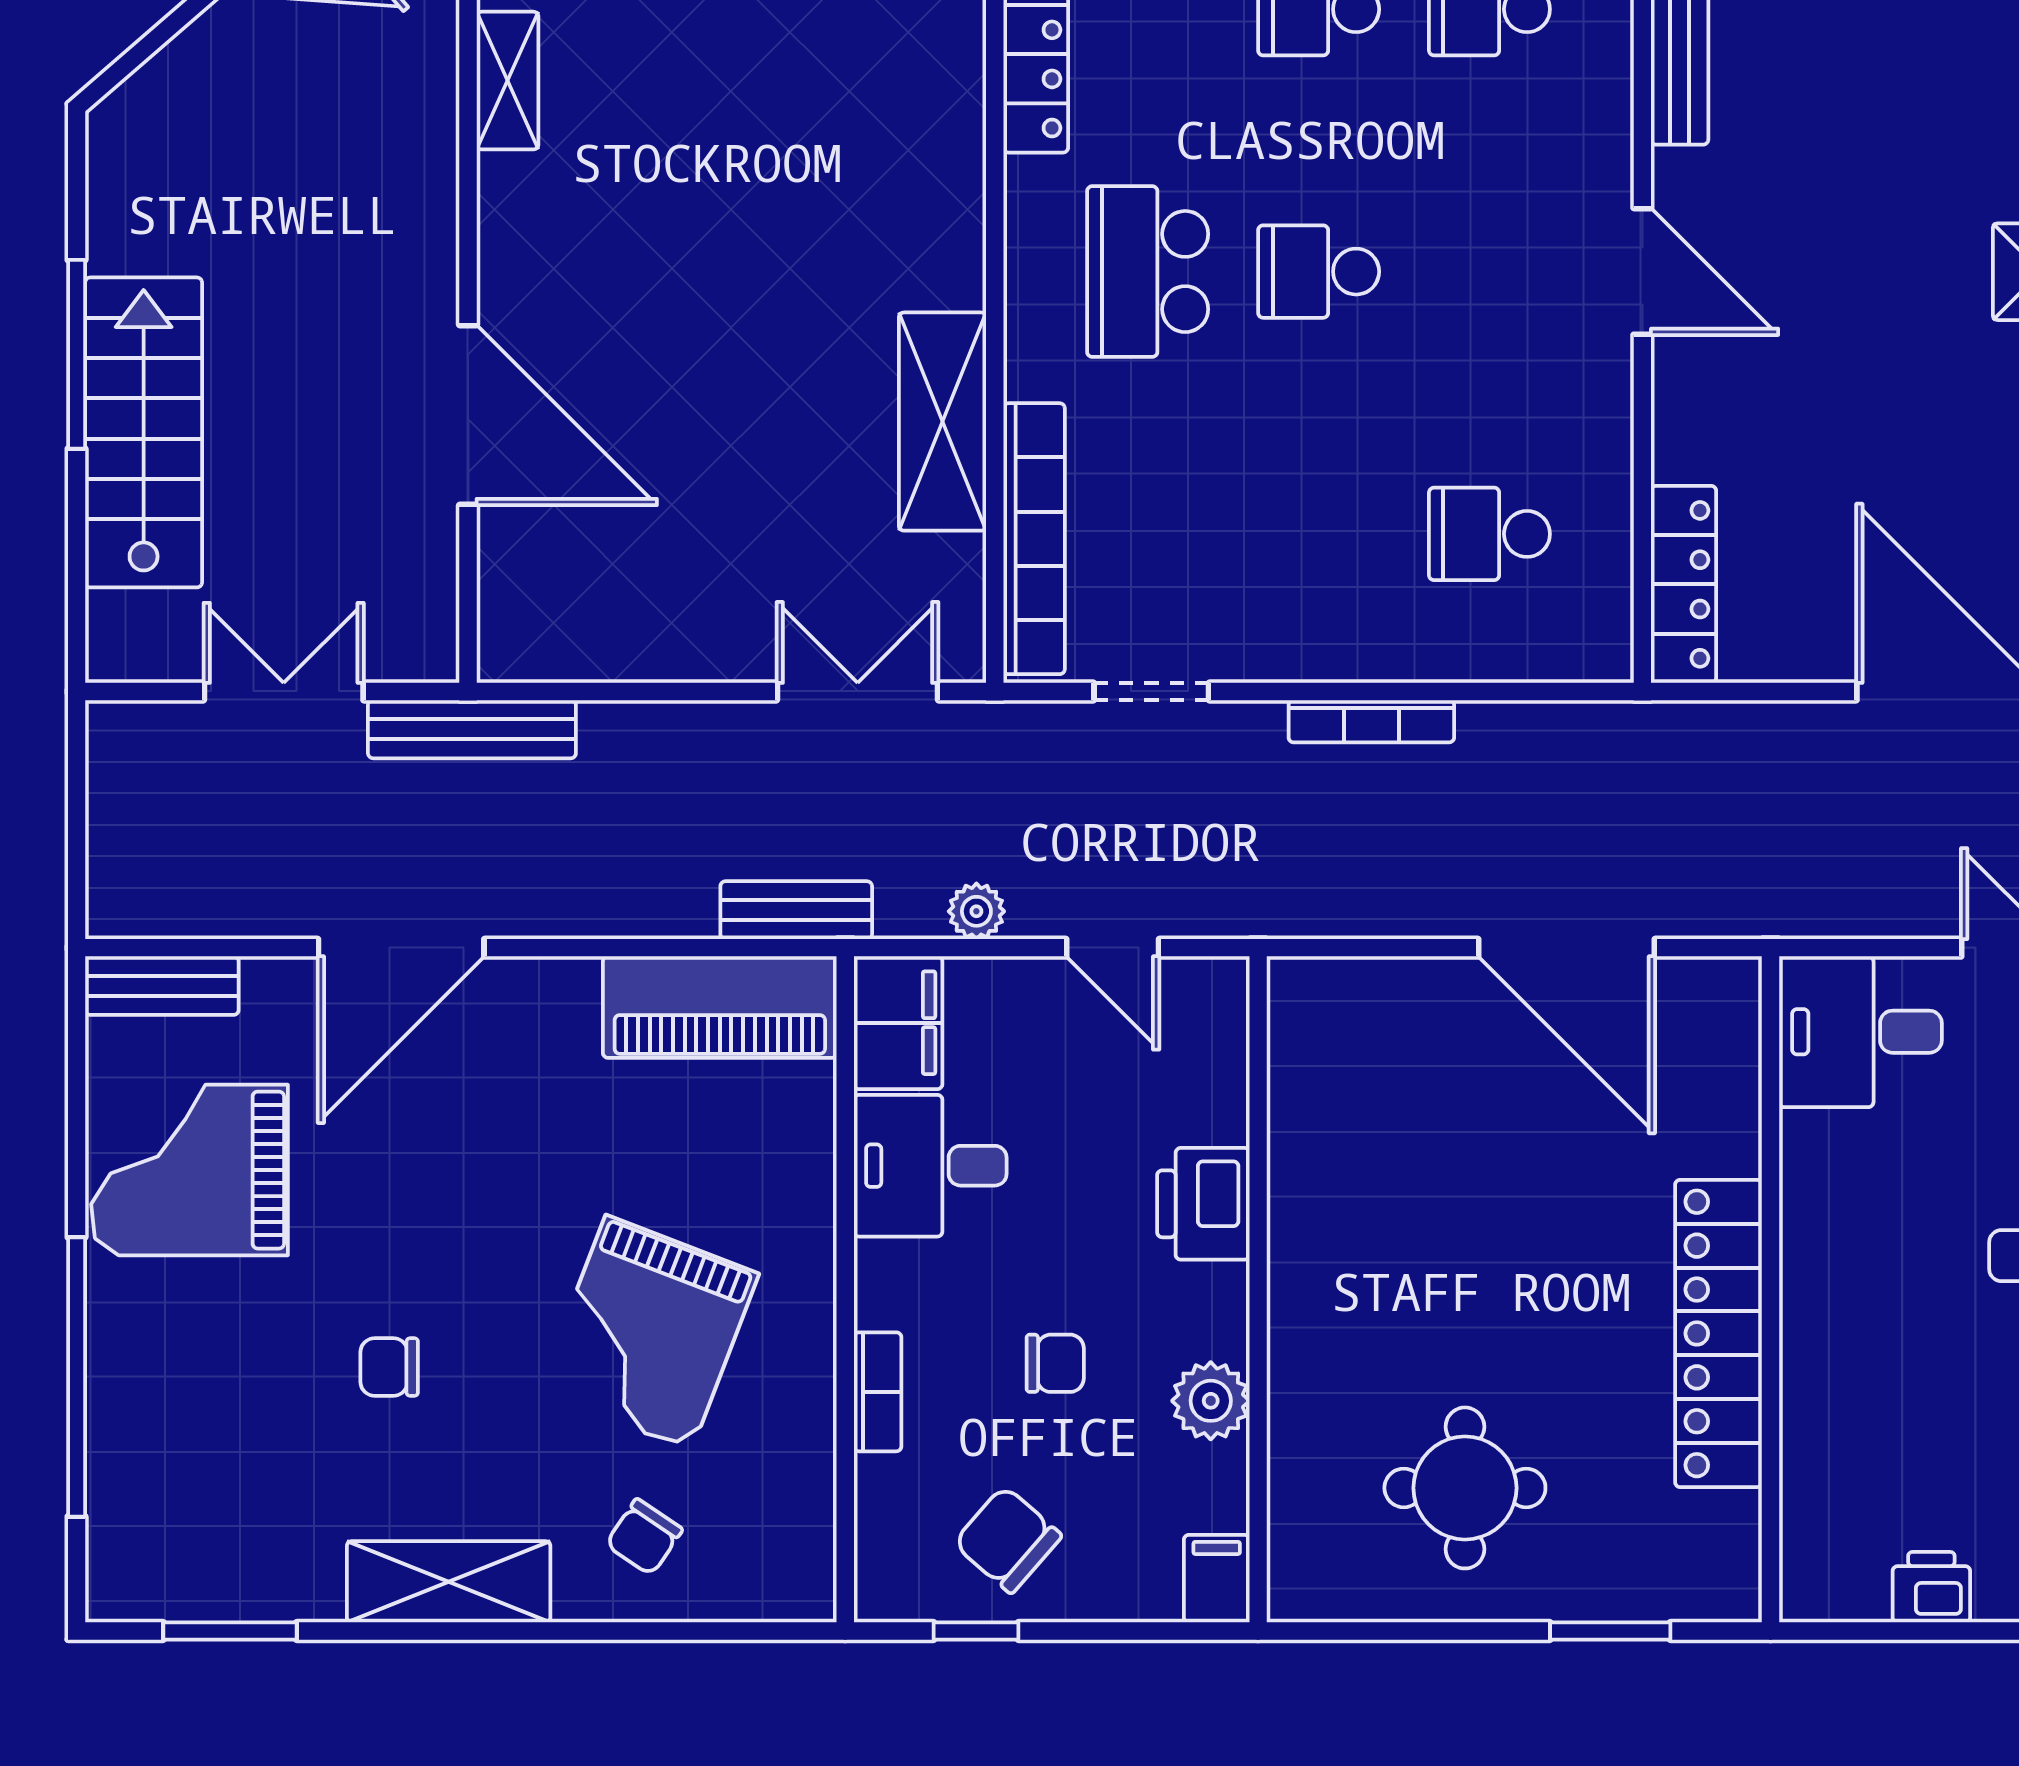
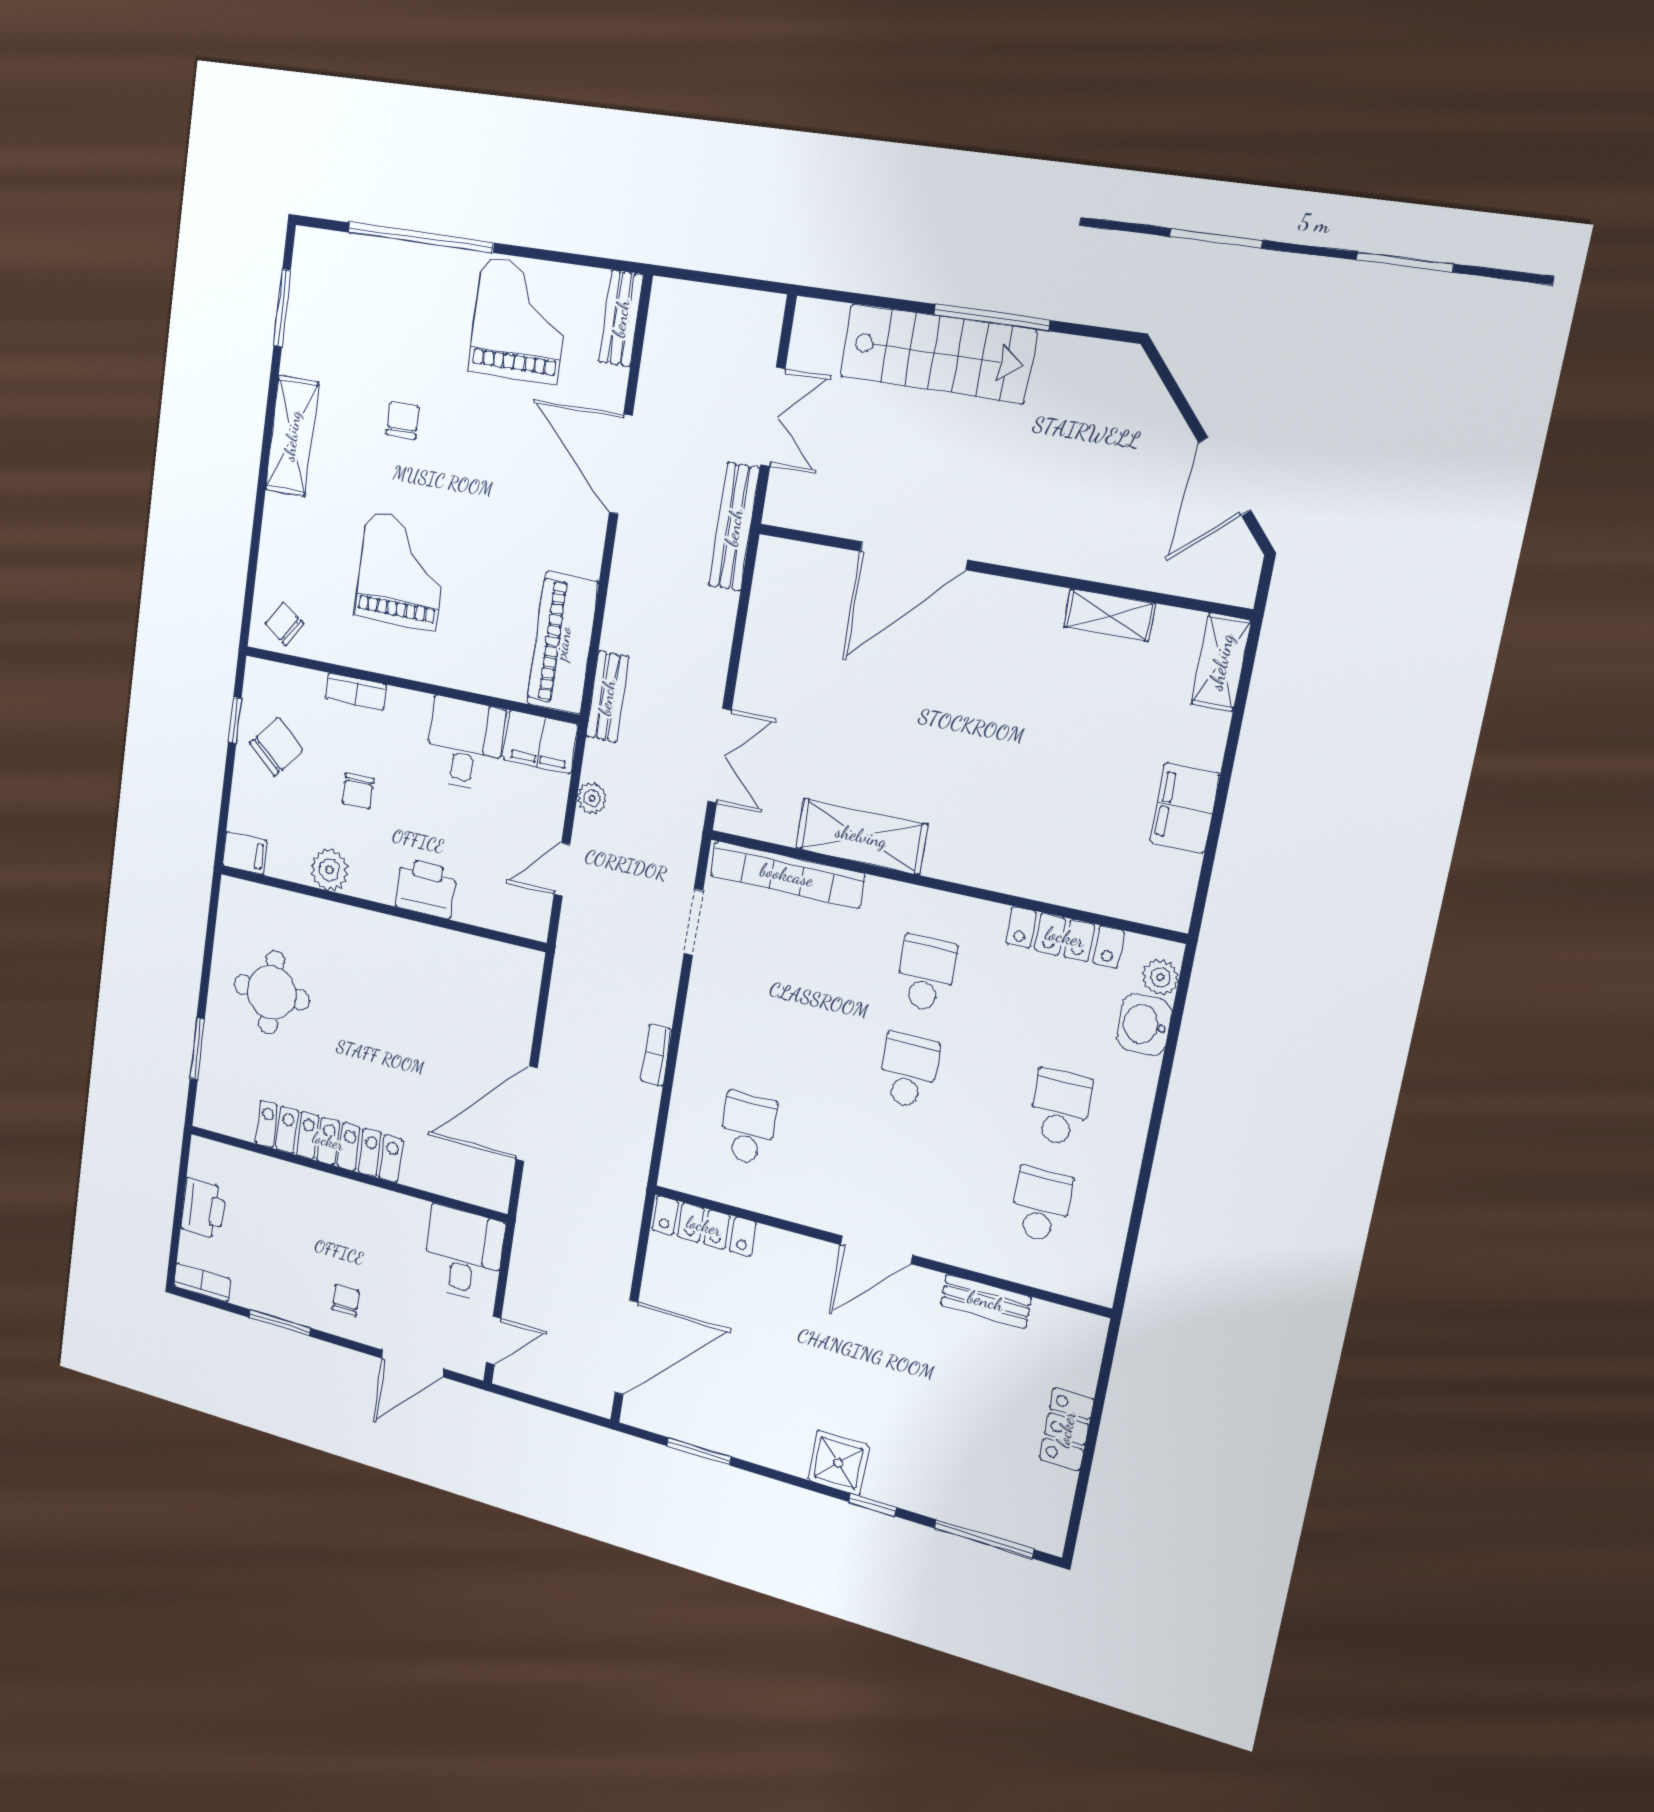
school desk: (1148, 272) -> (926, 974), width x0.54
bookcase: (1371, 721) -> (656, 1055), width x0.64
grand piano: (648, 1333) -> (401, 571), turned 69
chair: (644, 1537) -> (284, 624), moved
printer: (1931, 1587) -> (203, 1208), width x1.36, depth x1.24

